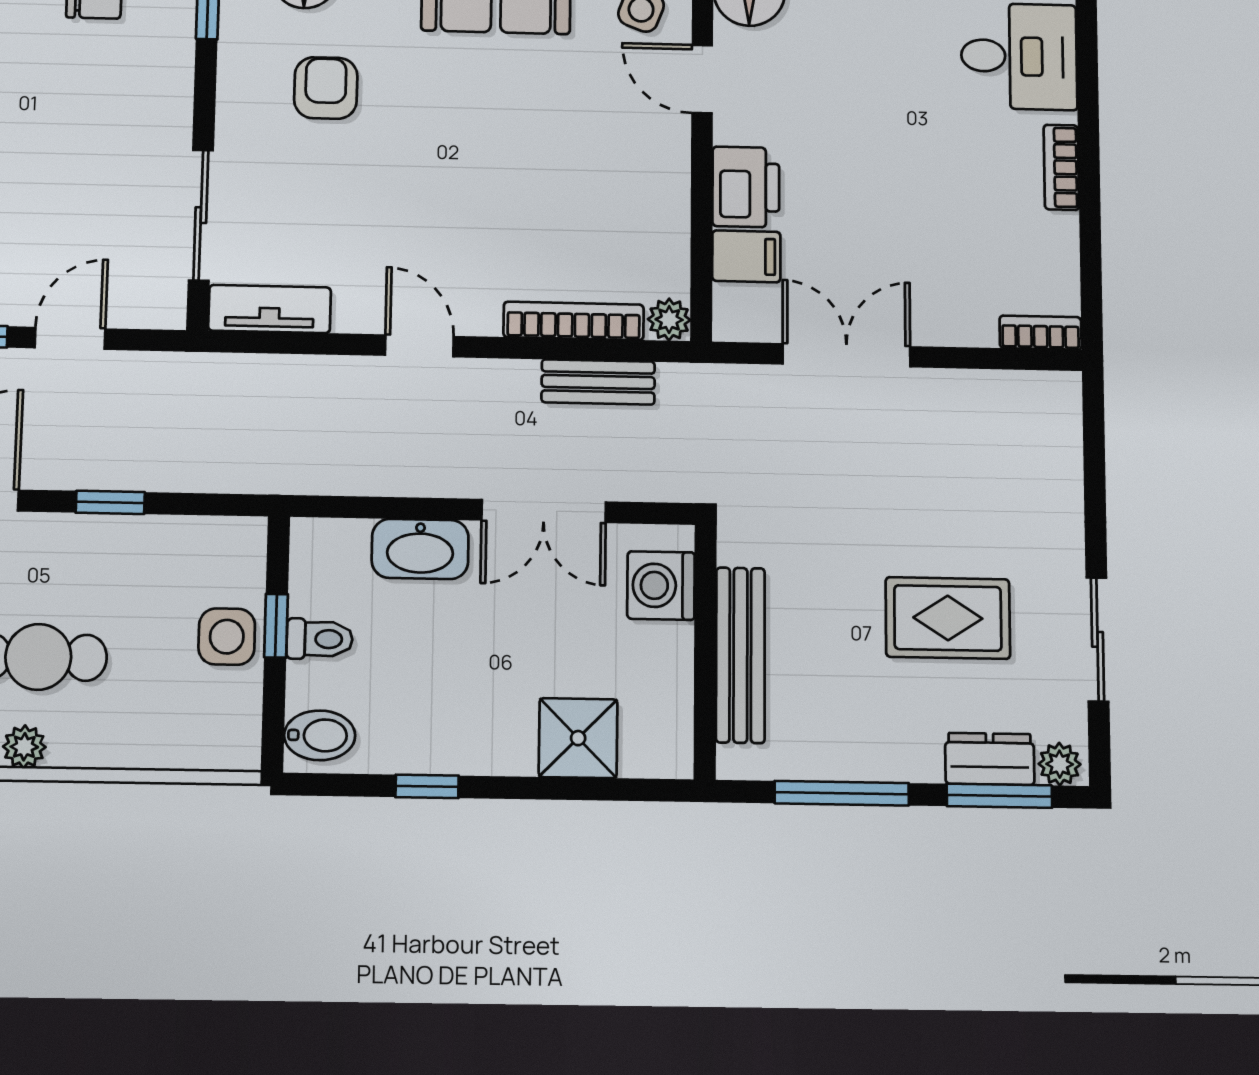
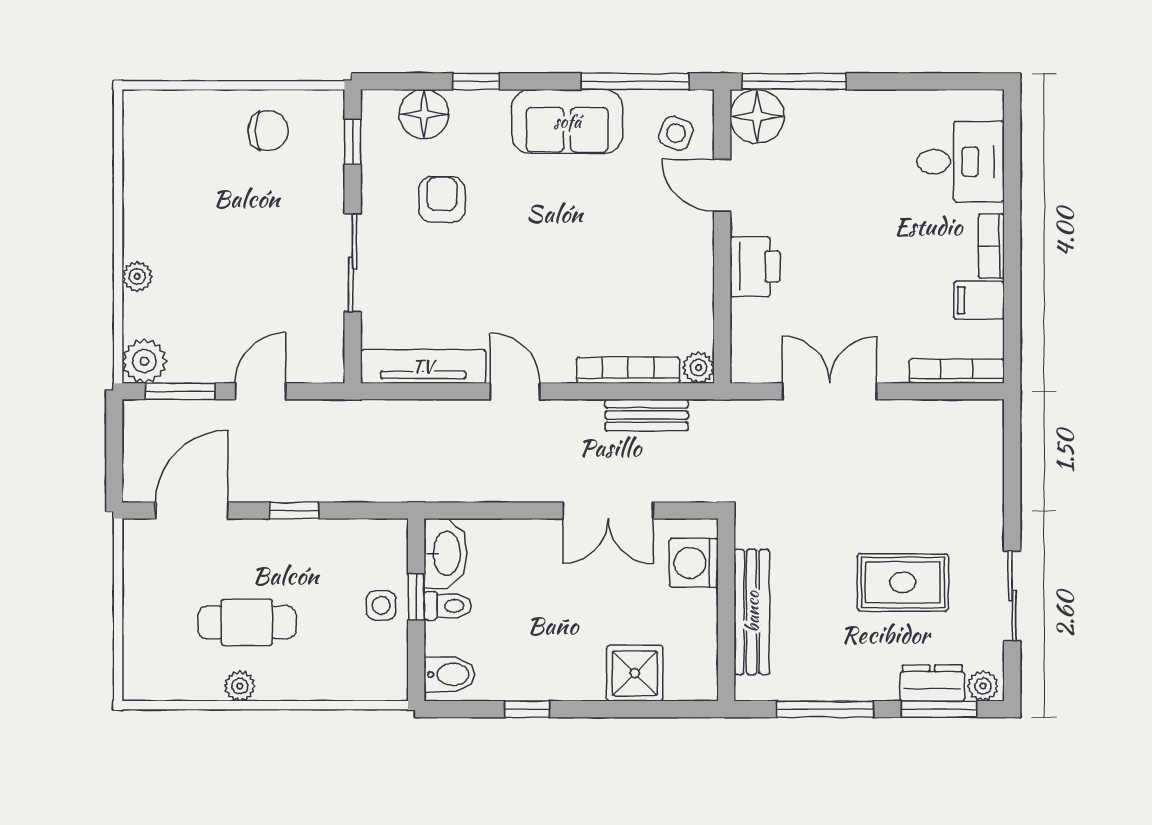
sliding door: (201, 215) -> (353, 263), moved
filing cabinet: (746, 256) -> (979, 300), moved, turned 180
tv unit: (270, 309) -> (423, 366), width x1.41
bookcase: (1041, 333) -> (957, 371), width x1.56
washbasin: (420, 549) -> (445, 553), moved, turned -90
side table: (227, 637) -> (381, 605), width x0.73, depth x0.73

